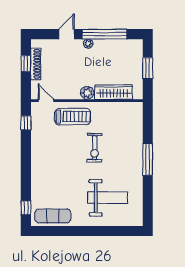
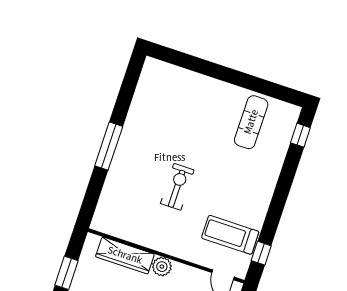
treadmill: (73, 117) -> (230, 235), moved
weight bench: (108, 198) -> (182, 111), removed
exercise mat: (53, 216) -> (251, 122), moved, turned 90

